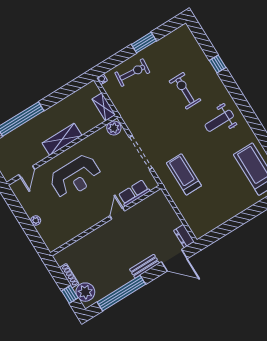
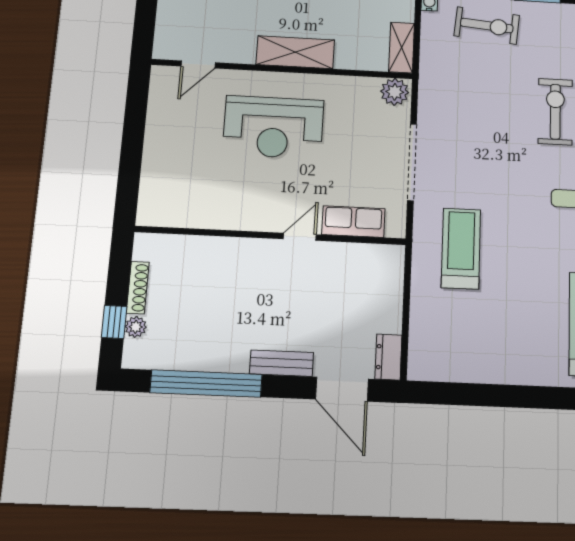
plant: (36, 220) -> (152, 154), removed
plant: (85, 292) -> (136, 327), width x0.53, depth x0.53

